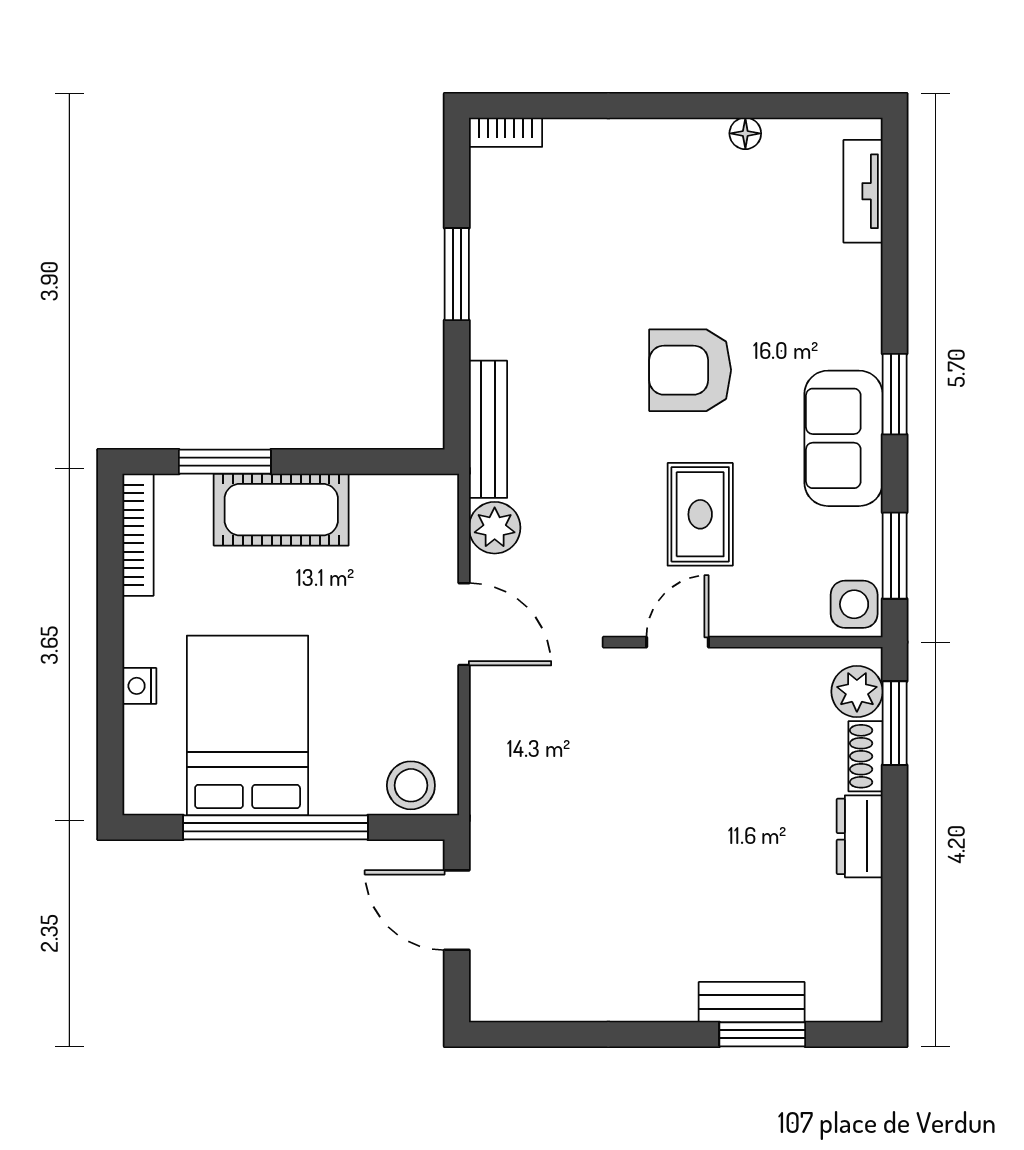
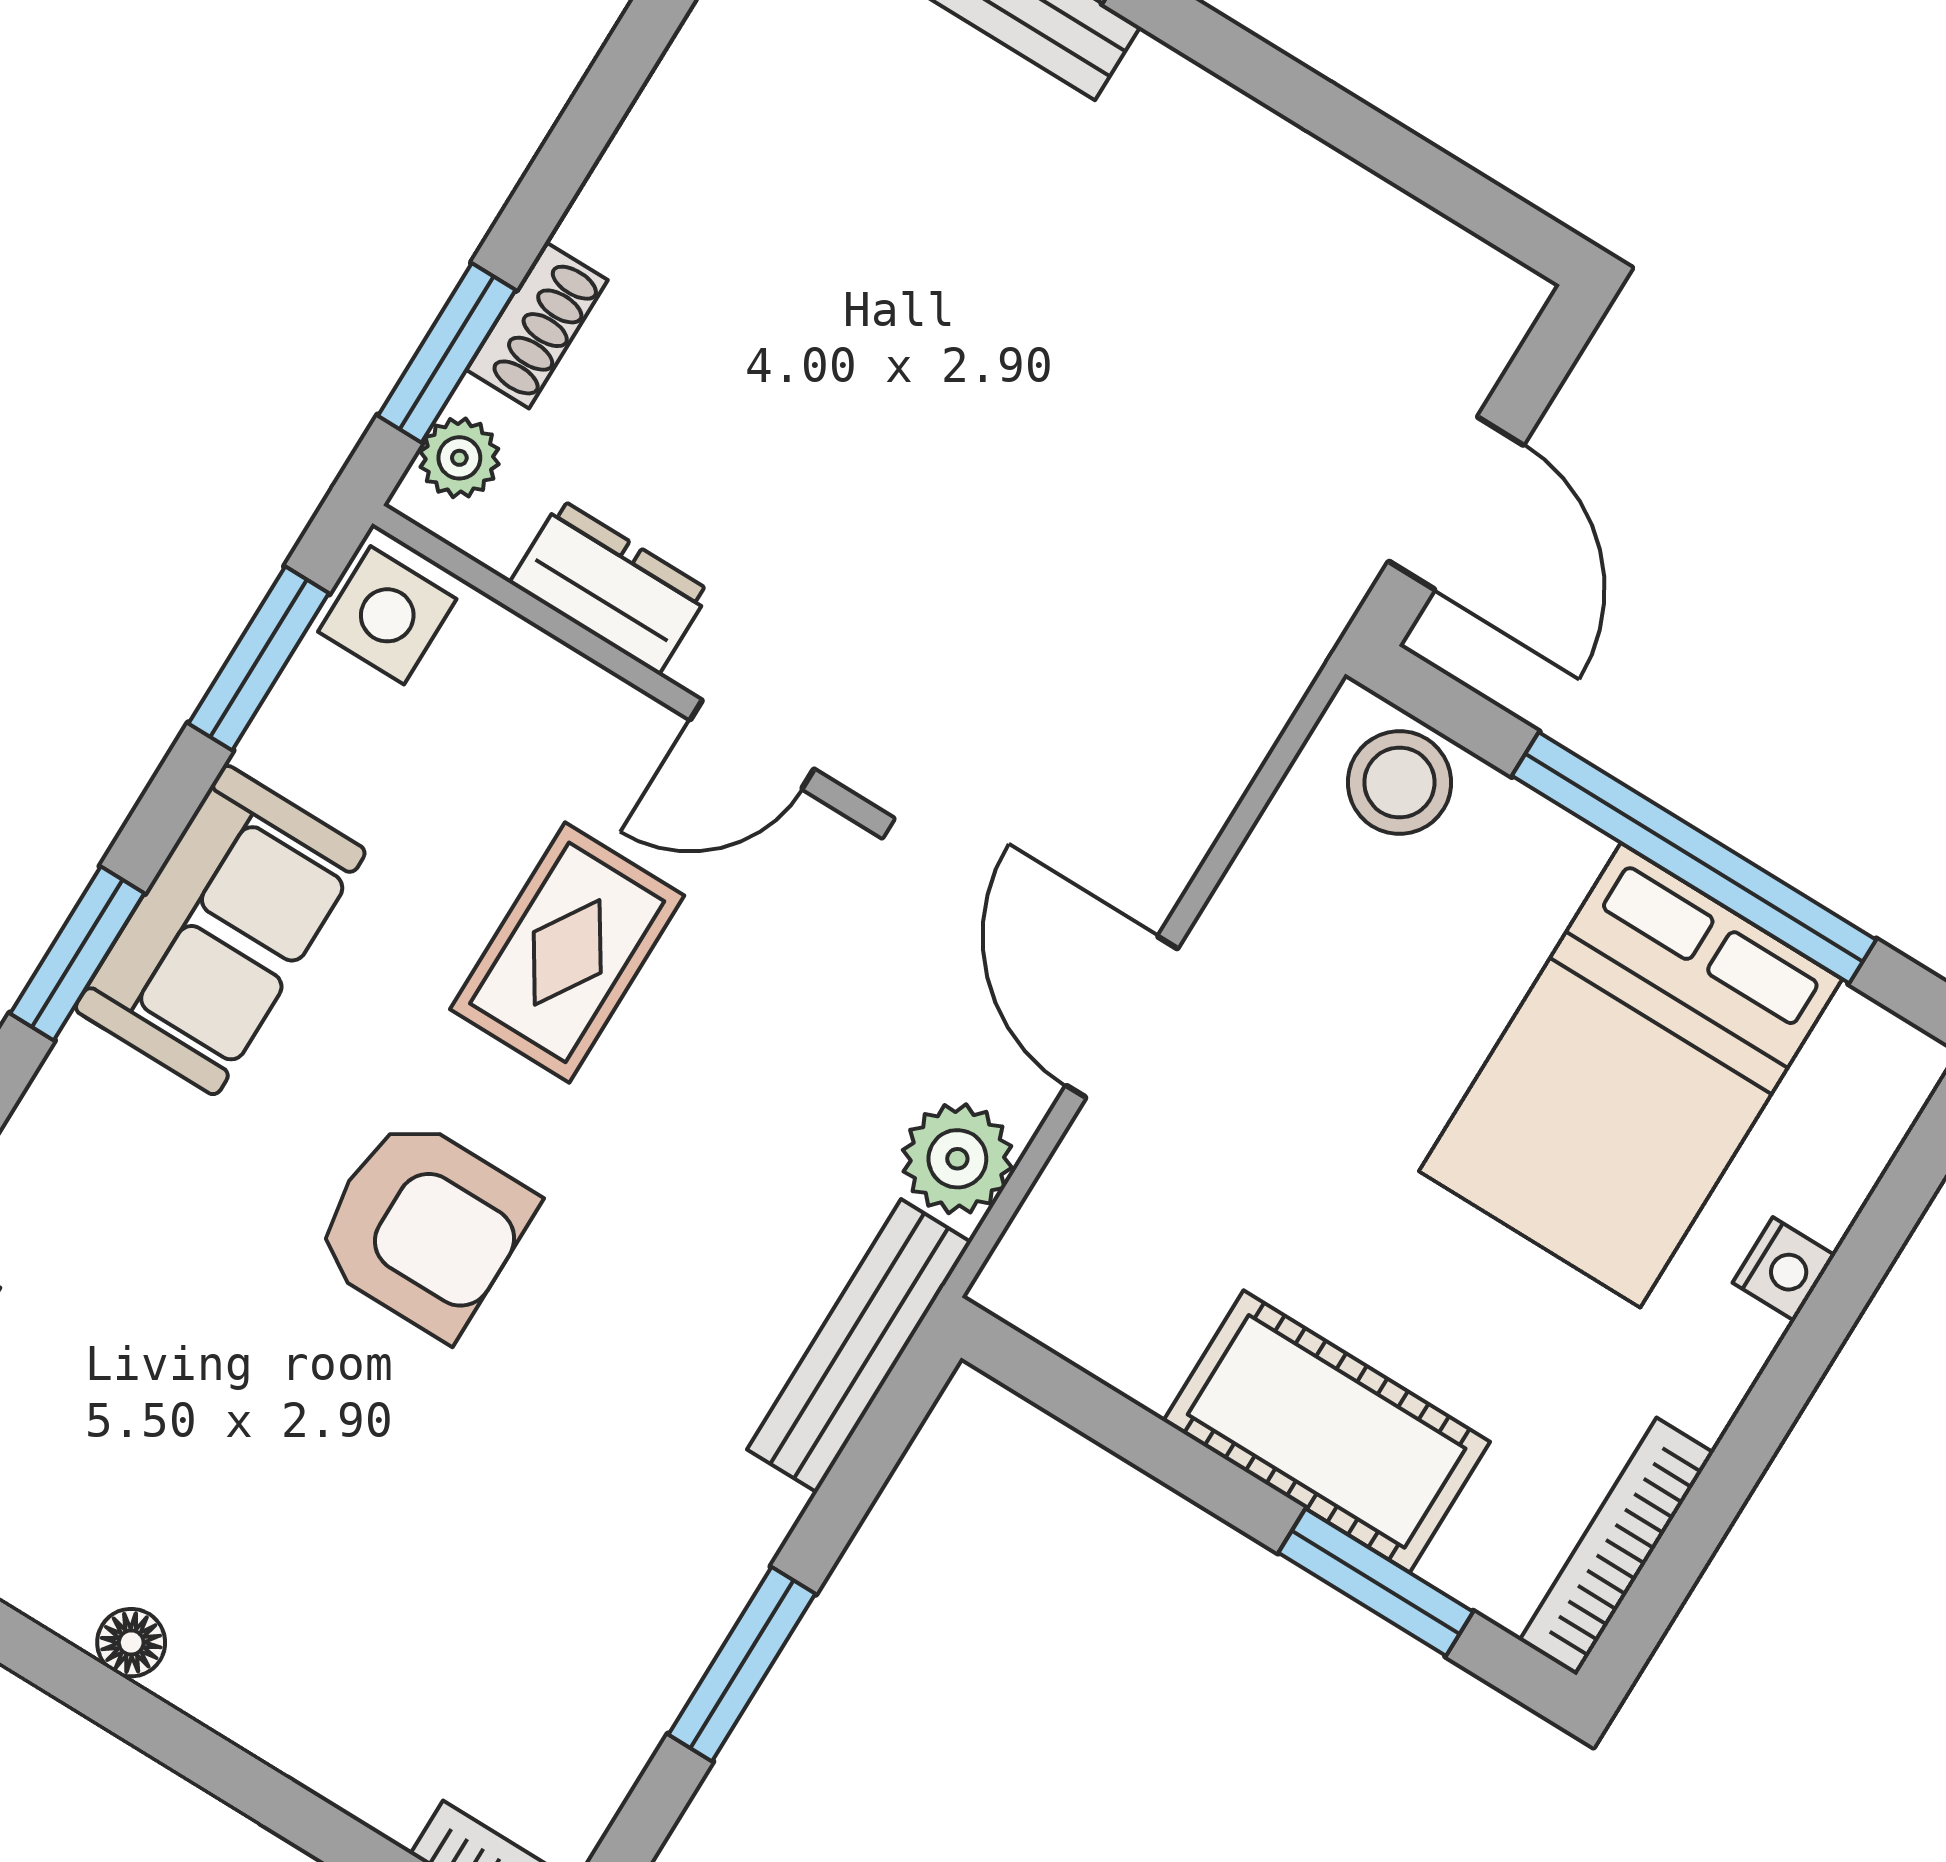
floor lamp: (745, 133) -> (131, 1643), moved
plant: (857, 692) -> (459, 458), width x0.73, depth x0.73
dresser: (860, 836) -> (610, 587), moved, turned -90

